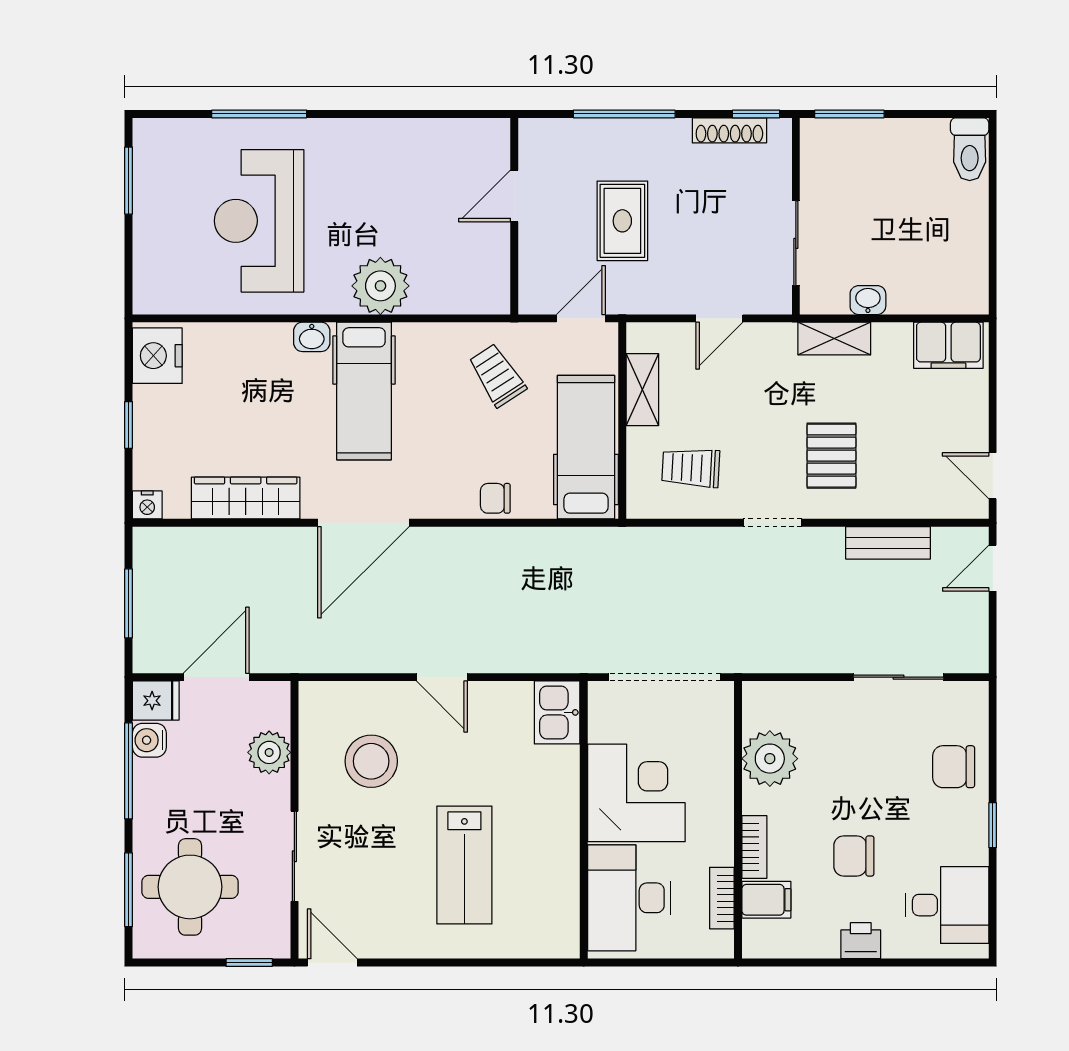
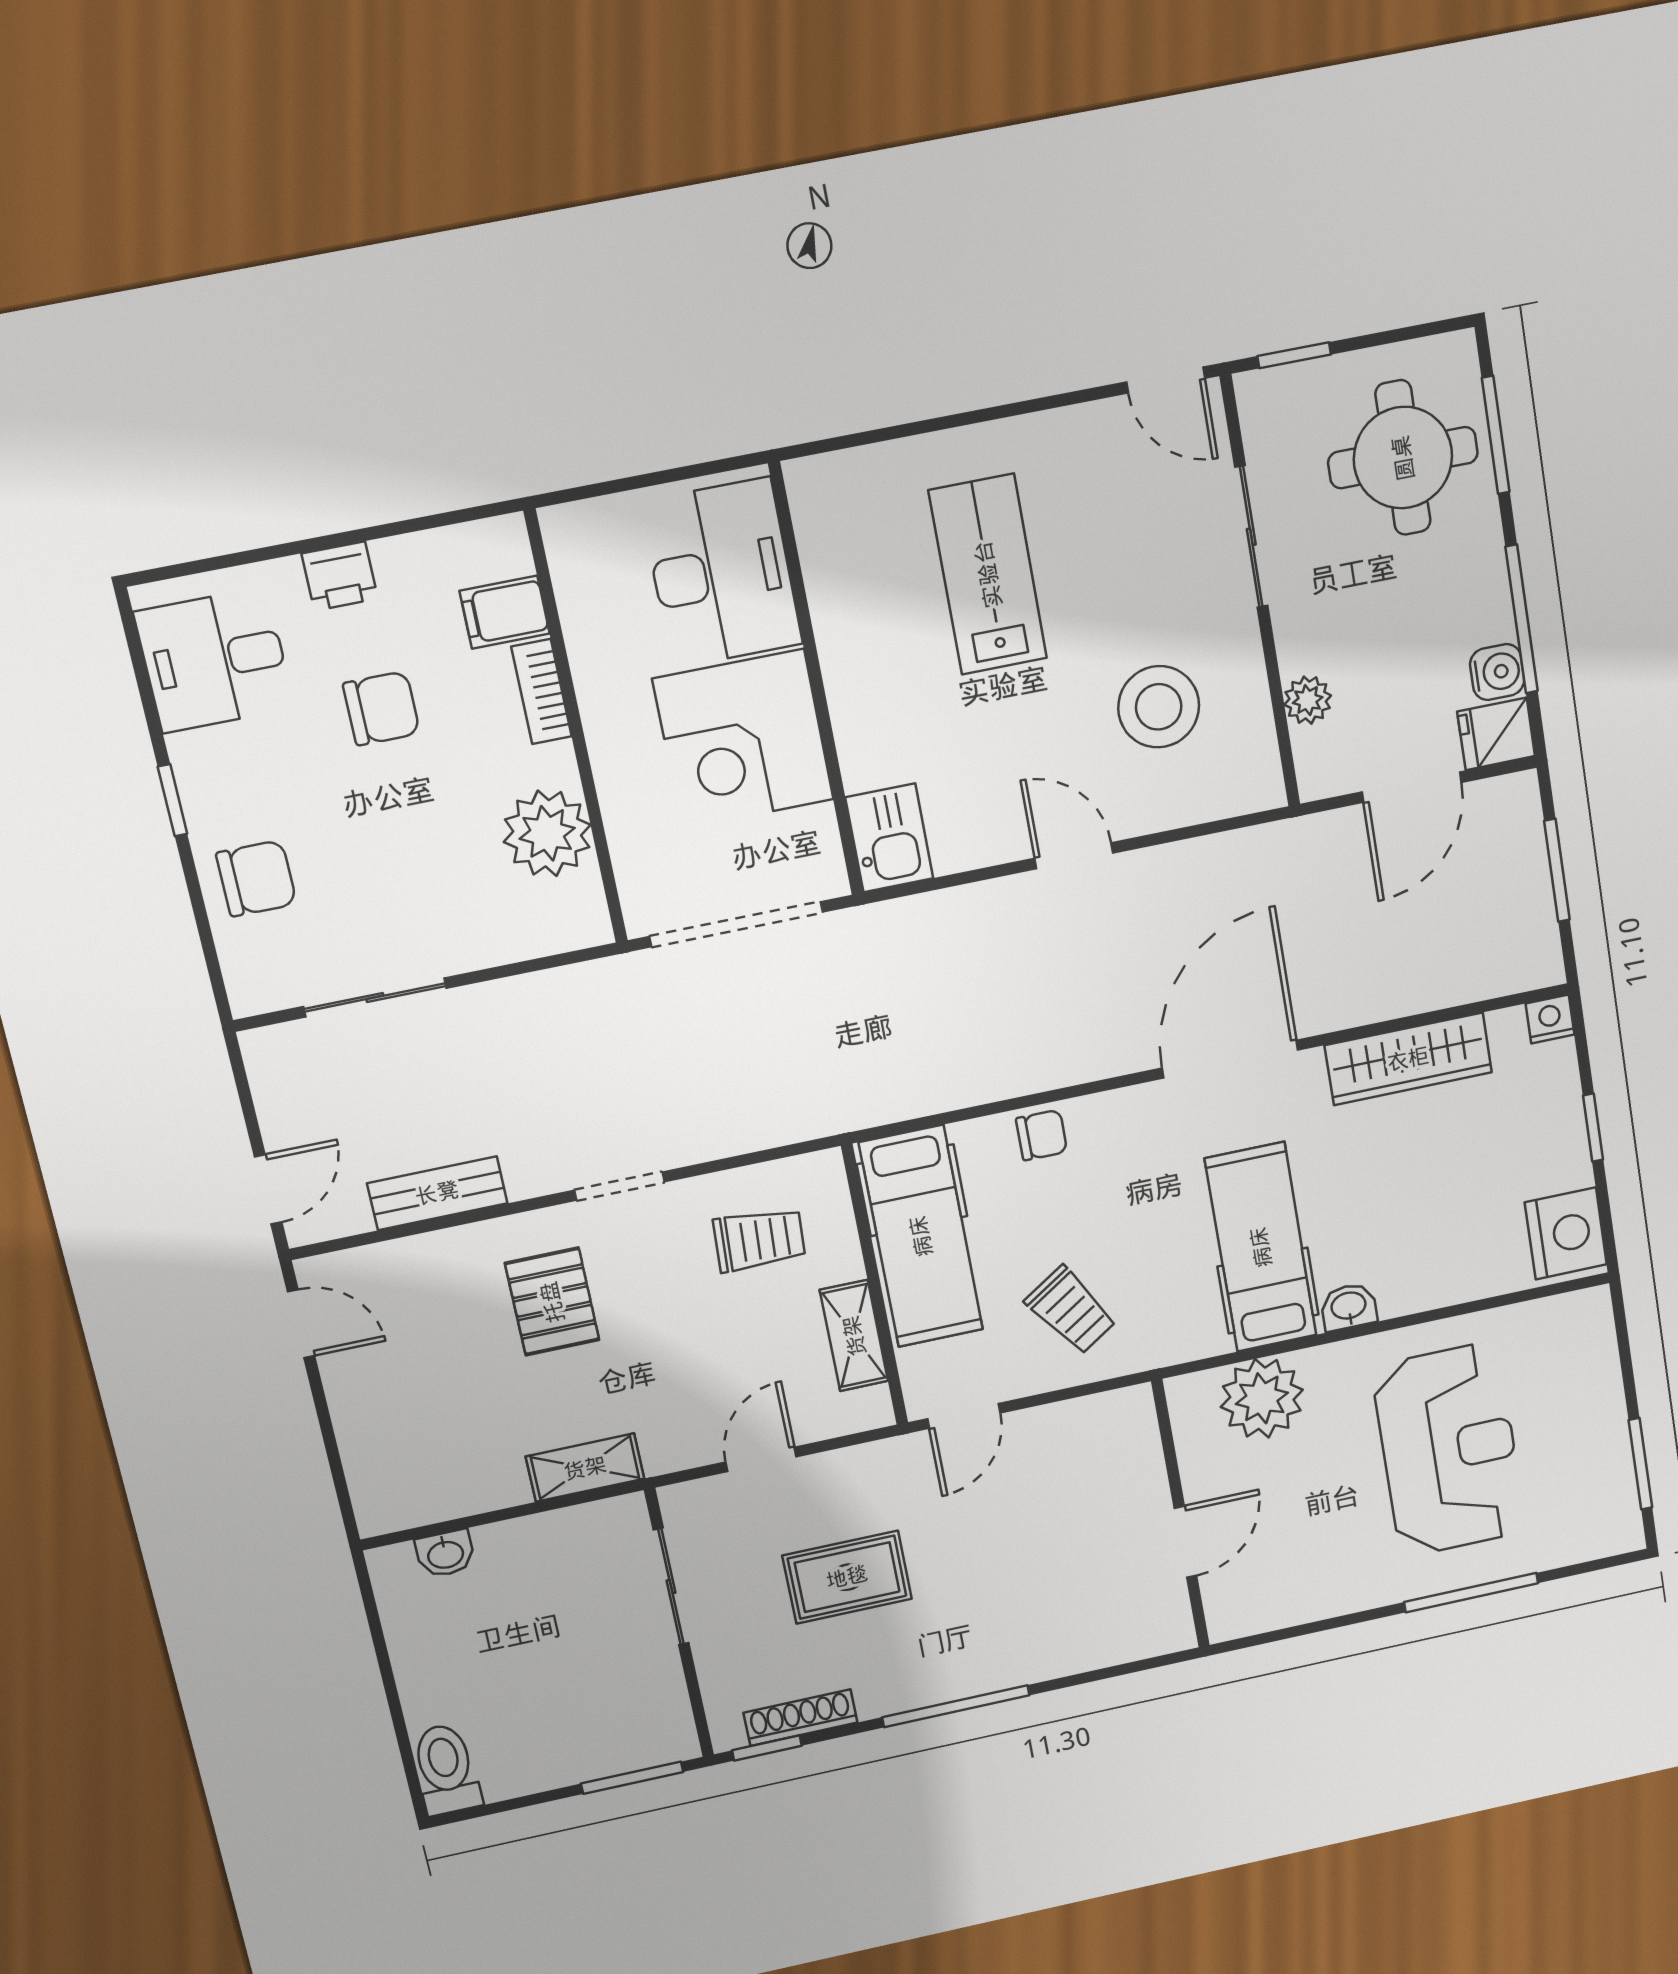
door: (514, 196) -> (1185, 1542), moved
wall: (514, 216) -> (1181, 1515), moved
rug: (622, 221) -> (847, 1577), moved, turned 90
washbasin: (868, 300) -> (445, 1554), moved
filing cabinet: (948, 345) -> (413, 1495), removed
plant: (269, 752) -> (1308, 700), width x0.73, depth x0.73
bookcase: (722, 898) -> (576, 601), removed

